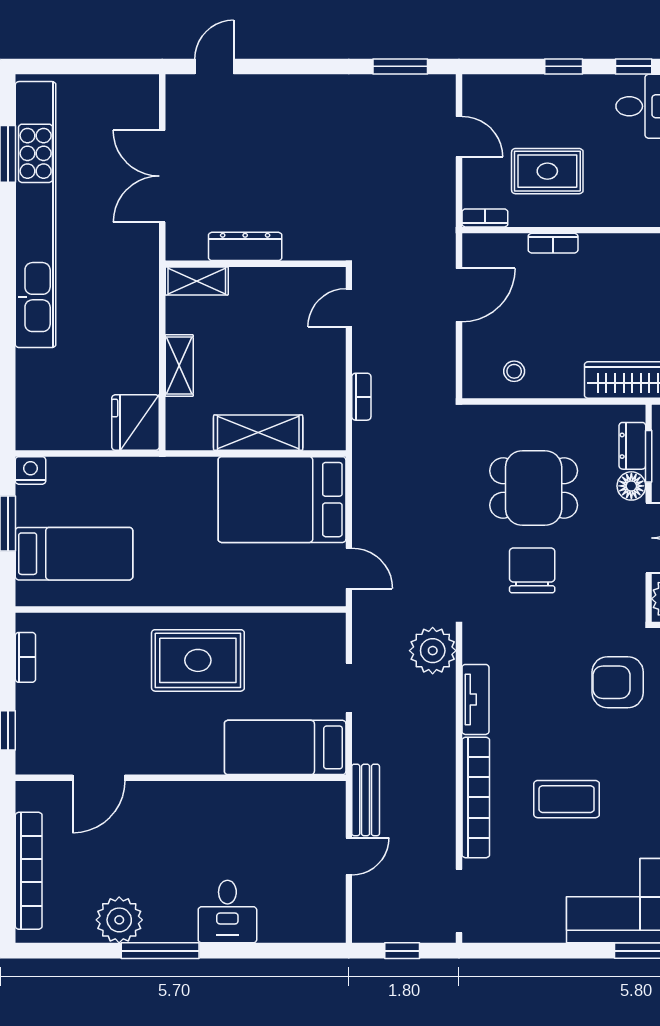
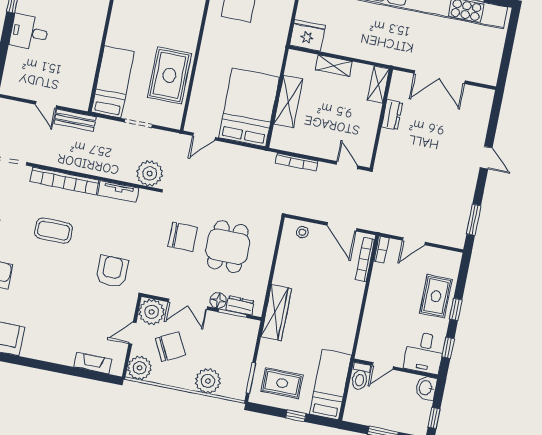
door: (214, 66) -> (486, 158), moved
door: (459, 137) -> (414, 241), moved
rug: (547, 171) -> (436, 296), moved
double door: (162, 176) -> (440, 77), swing flipped
bookcase: (553, 243) -> (365, 260), moved, width x1.56
dresser: (245, 246) -> (392, 115), width x0.70
stool: (514, 371) -> (302, 232), moved
bookcase: (361, 397) -> (297, 162), width x1.56
rug: (198, 660) -> (169, 75), moved
coffee table: (567, 799) -> (54, 231), turned 90

